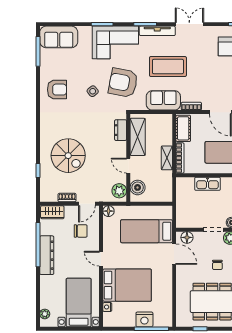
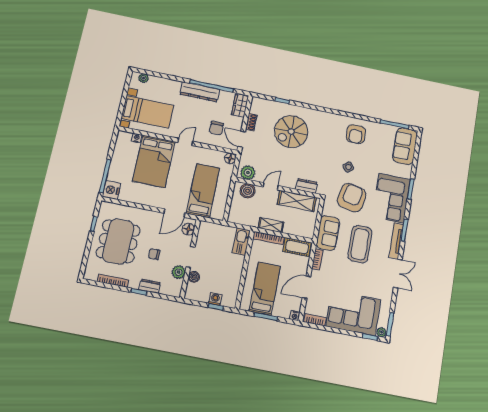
kitchen sink: (207, 184) -> (241, 242), moved
nightstand: (144, 319) -> (112, 190), moved

